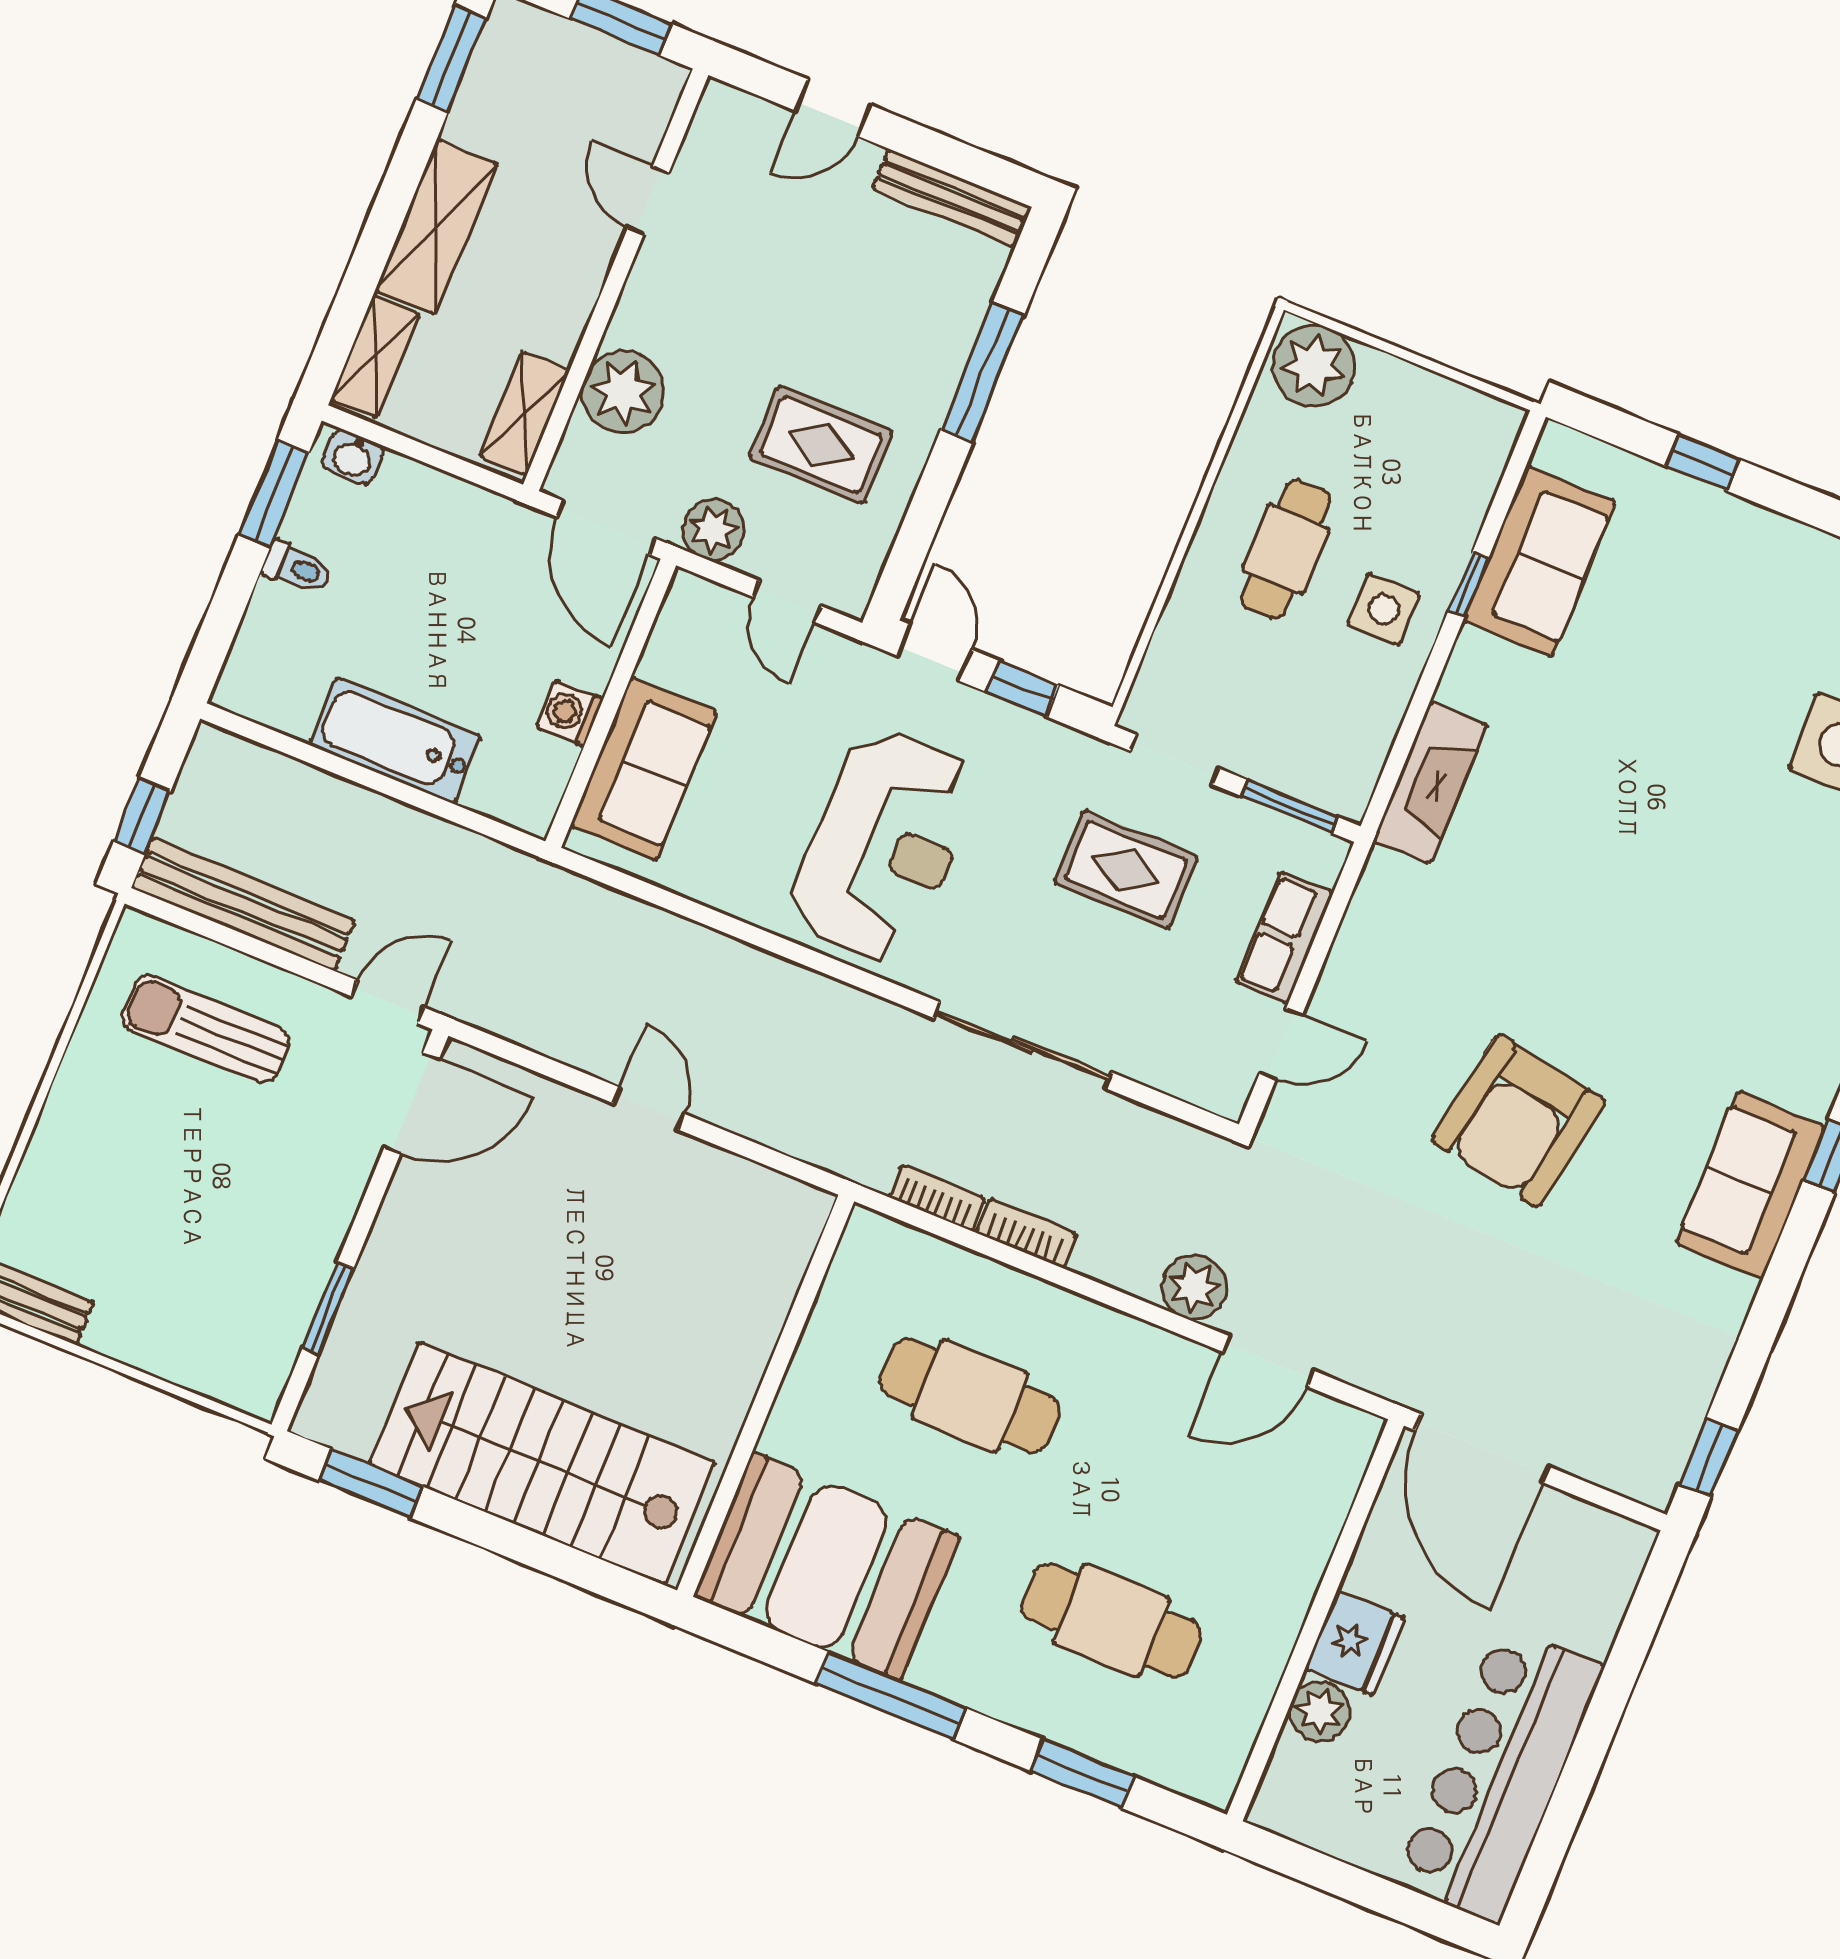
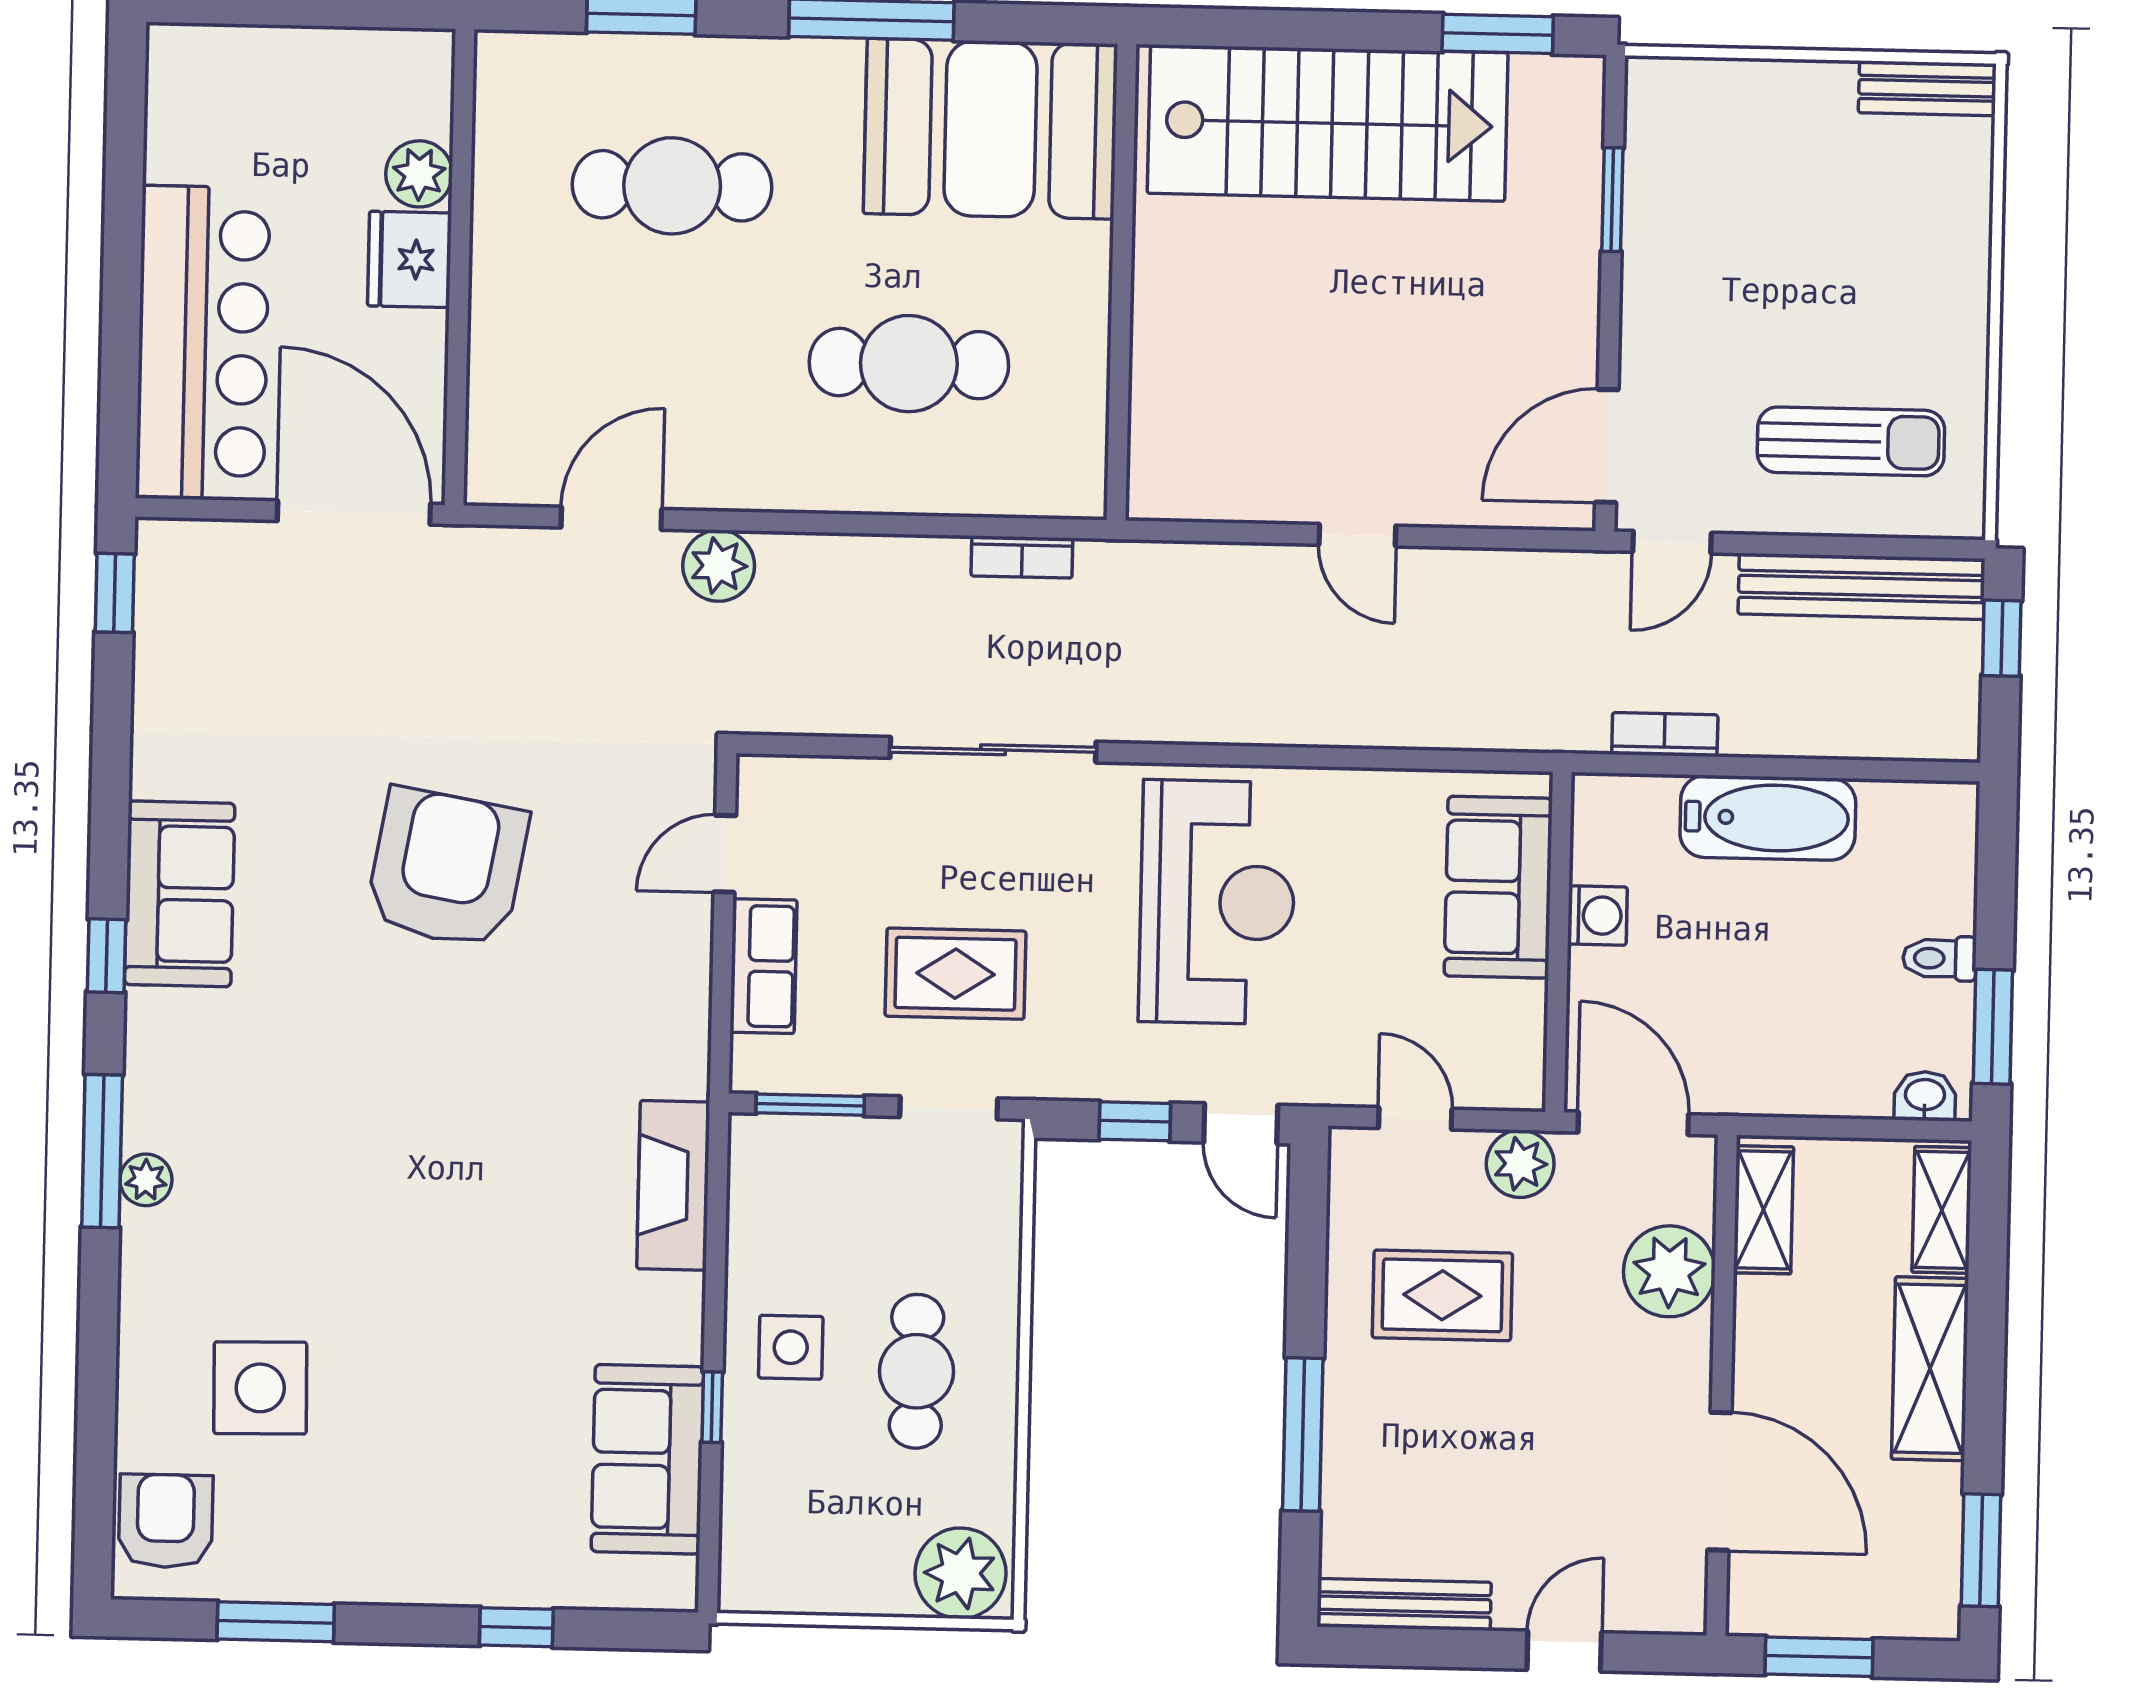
door: (648, 200) -> (1719, 1481), width x1.87
reception desk: (884, 846) -> (1217, 902), turned 180
bookcase: (1027, 1233) -> (1665, 735), moved, turned 180
bar counter: (1499, 1774) -> (203, 343), moved

